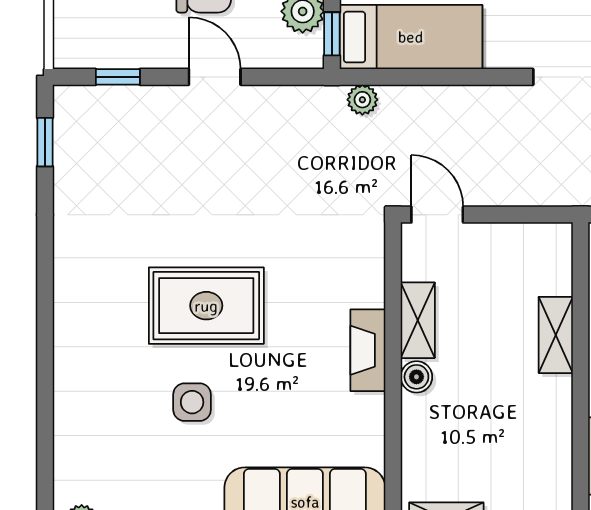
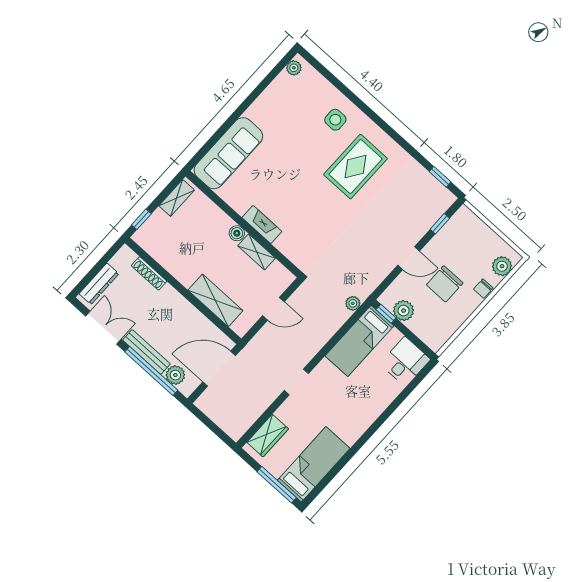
door: (437, 215) -> (274, 309), moved
rug: (206, 306) -> (356, 167), moved
shelving: (556, 335) -> (215, 300), width x1.50, depth x1.33
side table: (192, 402) -> (335, 120), moved

